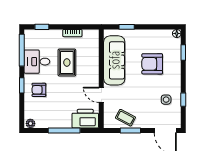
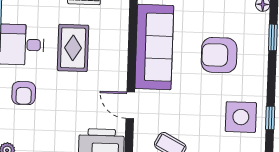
armchair: (39, 90) -> (24, 93), turned -90
side table: (166, 100) -> (241, 117), width x1.87, depth x1.87

